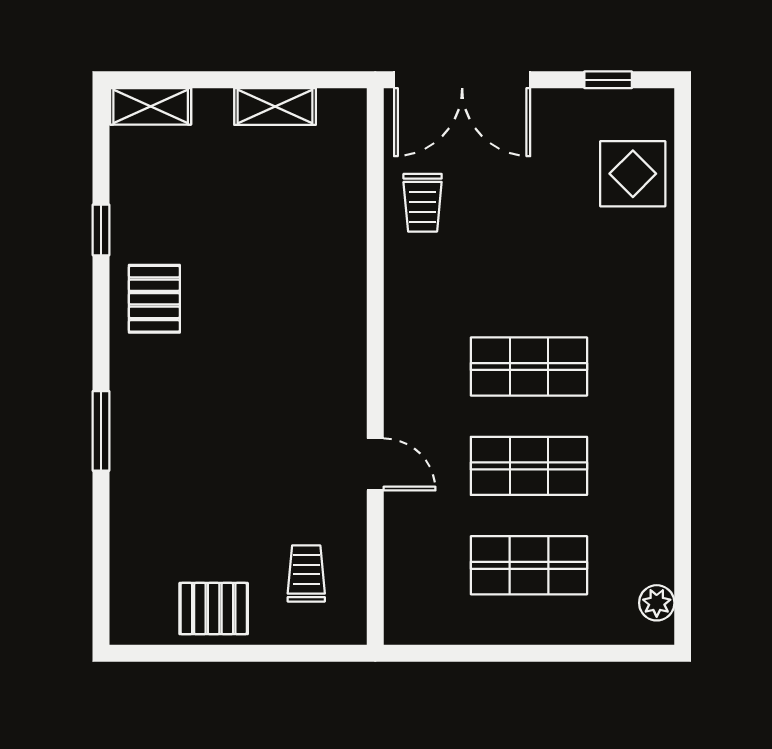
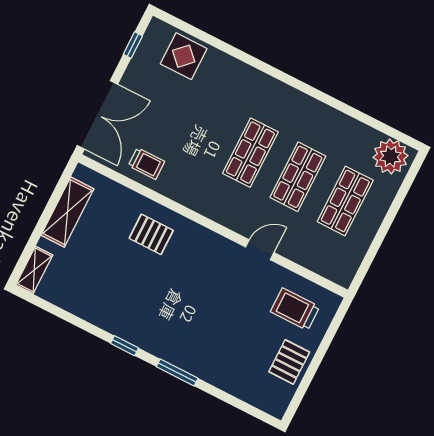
shelving: (275, 106) -> (67, 212), width x1.50, depth x1.33
window: (101, 230) -> (125, 346), moved
pallet: (154, 299) -> (151, 234), moved
trolley: (306, 573) -> (295, 309), width x1.36, depth x1.39
plant: (657, 603) -> (390, 156), width x1.87, depth x1.87

